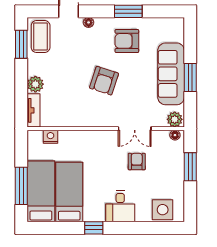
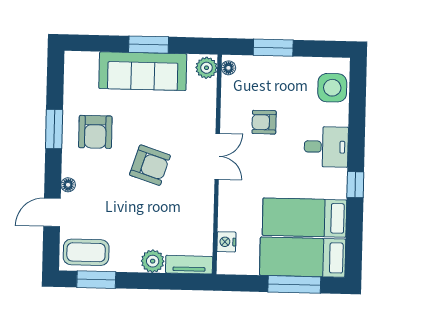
double door: (135, 129) -> (217, 156), moved

